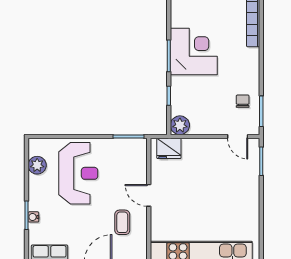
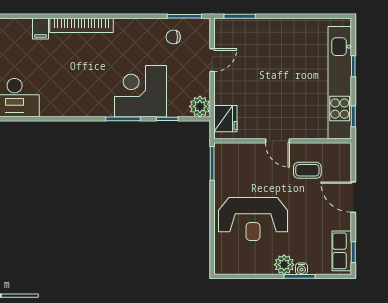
corner desk: (194, 52) -> (140, 91), moved
door: (238, 136) -> (212, 60), moved
plant: (37, 165) -> (284, 265), moved
reception desk: (78, 173) -> (253, 219), turned 180
door: (149, 195) -> (277, 141), hinge flipped

